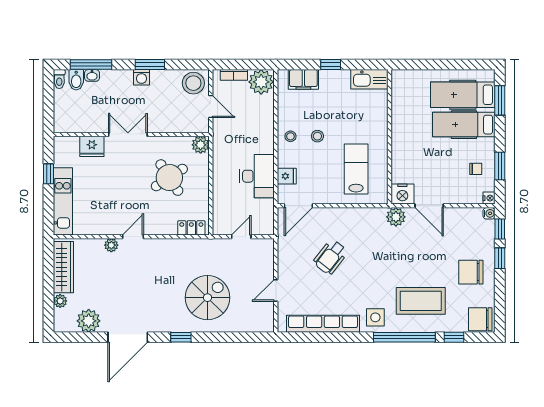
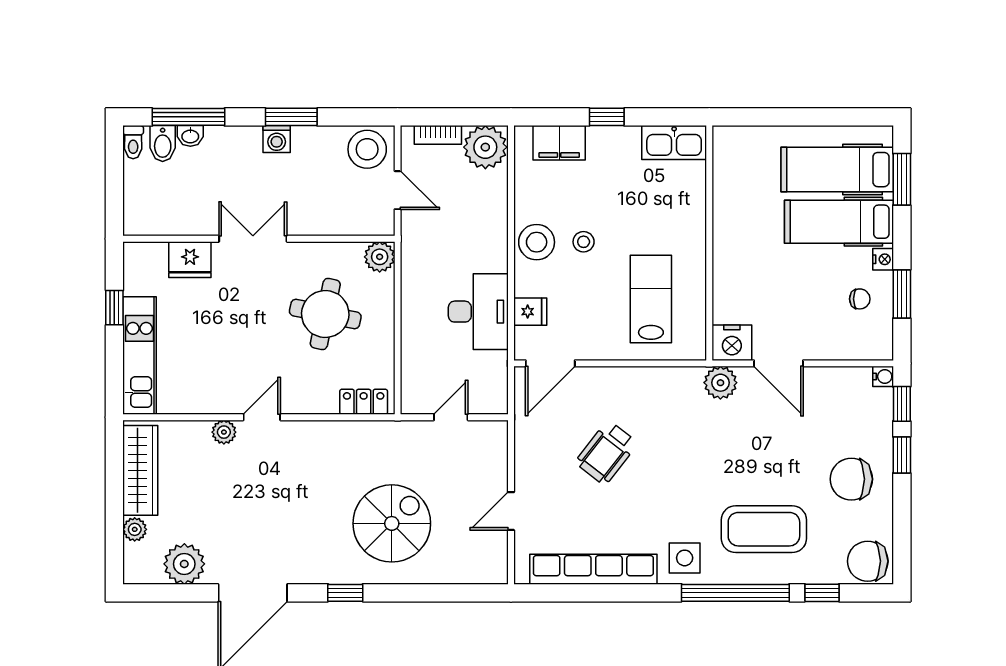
stool: (290, 136) -> (537, 242), width x1.89, depth x1.89
round table: (169, 178) -> (325, 314), turned 45
nightstand: (489, 198) -> (883, 259), moved

